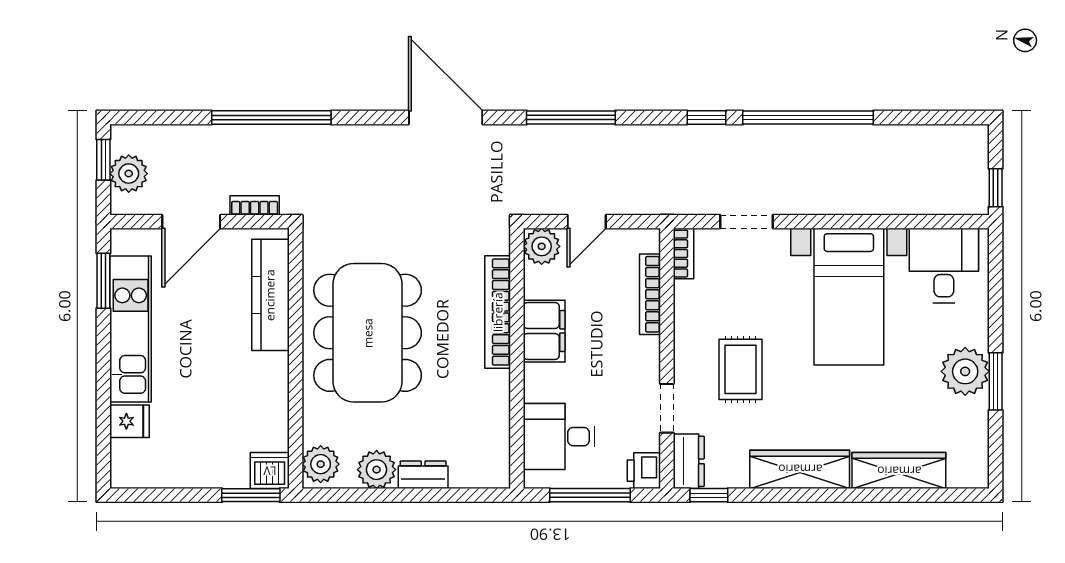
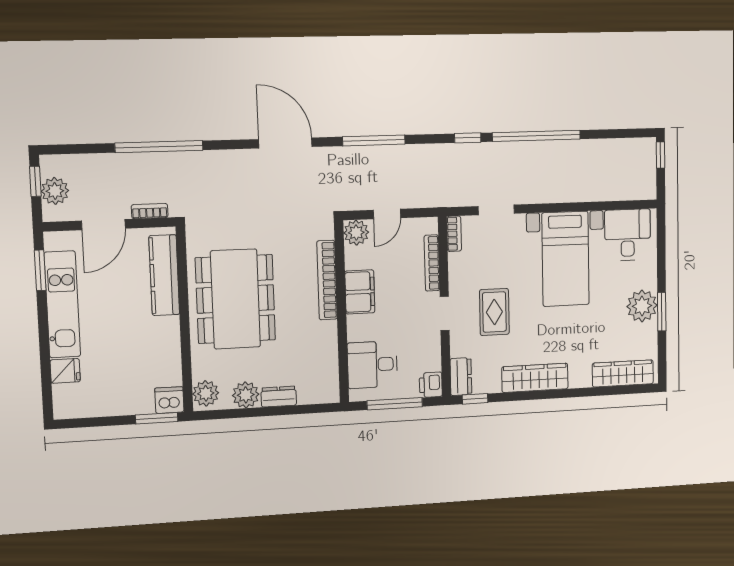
window: (996, 188) -> (661, 155), moved
doorway: (667, 408) -> (445, 313), moved
wardrobe: (899, 471) -> (623, 373), moved

